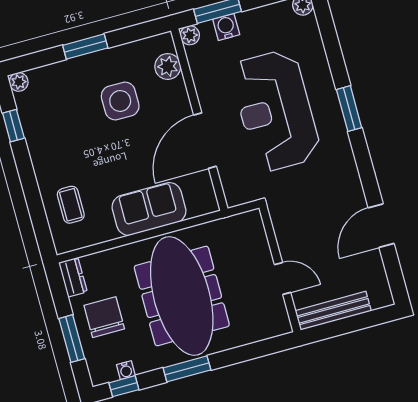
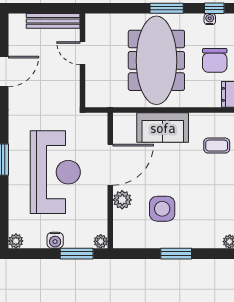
water cooler: (226, 27) -> (55, 240), moved
plant: (168, 66) -> (122, 200), moved
coffee table: (71, 205) -> (217, 146), turned 90

